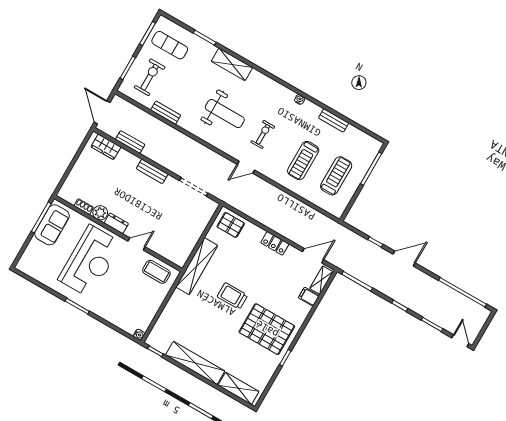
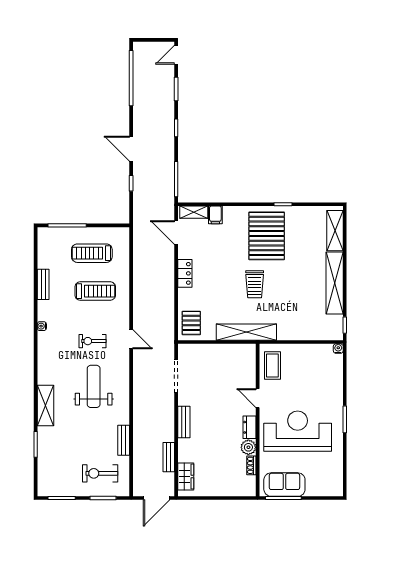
exercise mat: (170, 45) -> (61, 472), removed

